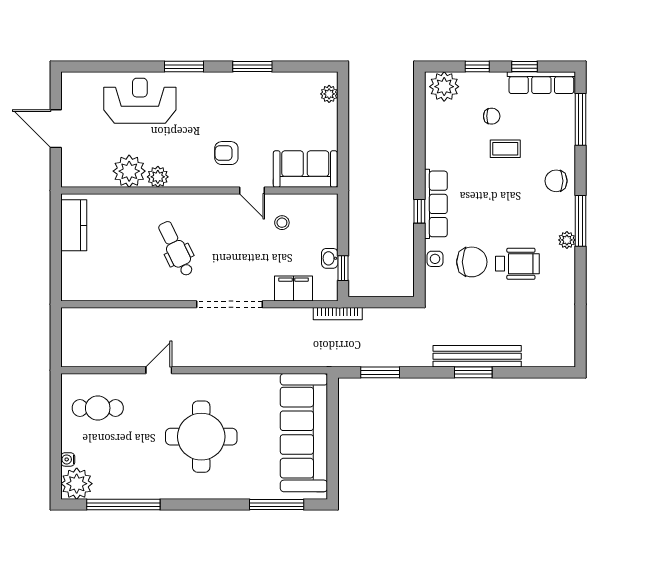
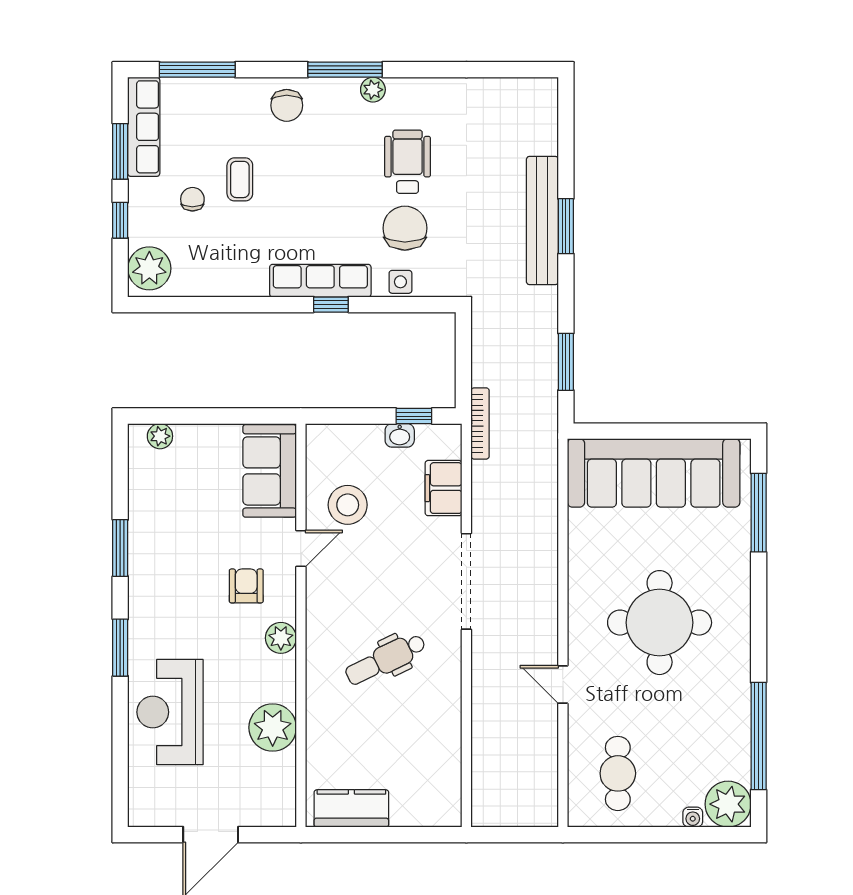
window: (525, 67) -> (120, 151), width x1.50
armchair: (226, 153) -> (246, 586), turned 180
plant: (158, 177) -> (281, 638), moved
stool: (282, 223) -> (348, 505), width x1.89, depth x1.89

